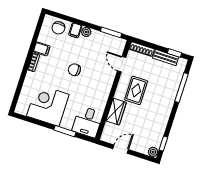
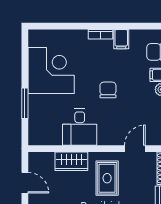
rug: (136, 90) -> (107, 178), turned 90
desk: (87, 122) -> (80, 127), moved, turned -90

